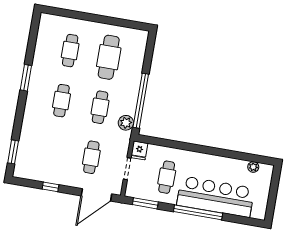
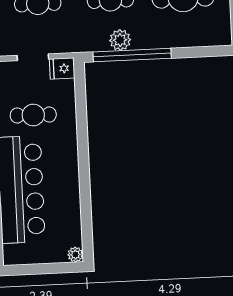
plant: (126, 123) -> (120, 40), moved
plant: (253, 167) -> (75, 255), moved

